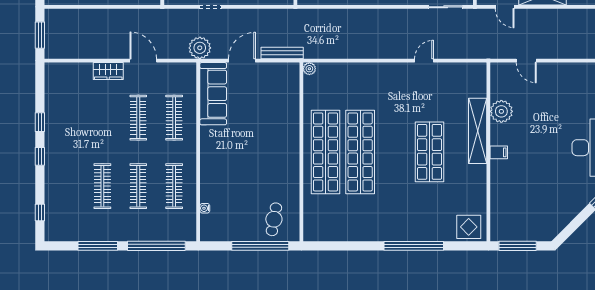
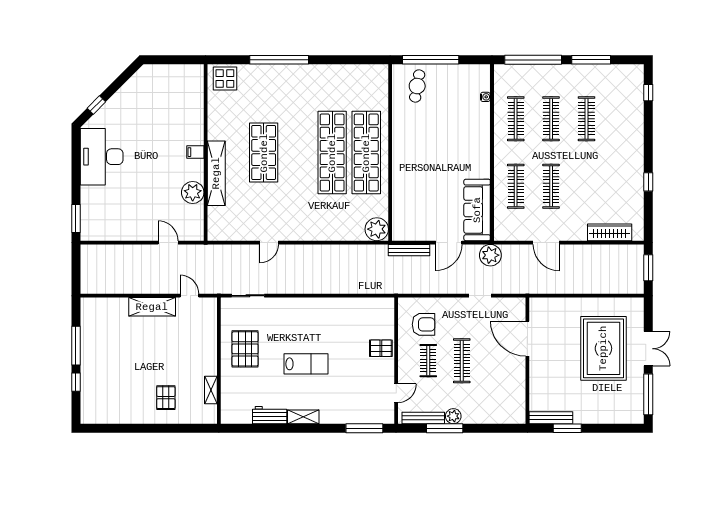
plant: (309, 69) -> (377, 229), width x1.88, depth x1.88
wardrobe: (108, 71) -> (610, 232), moved, width x1.50
window: (40, 156) -> (648, 148), removed
window: (518, 246) -> (177, 60), removed

